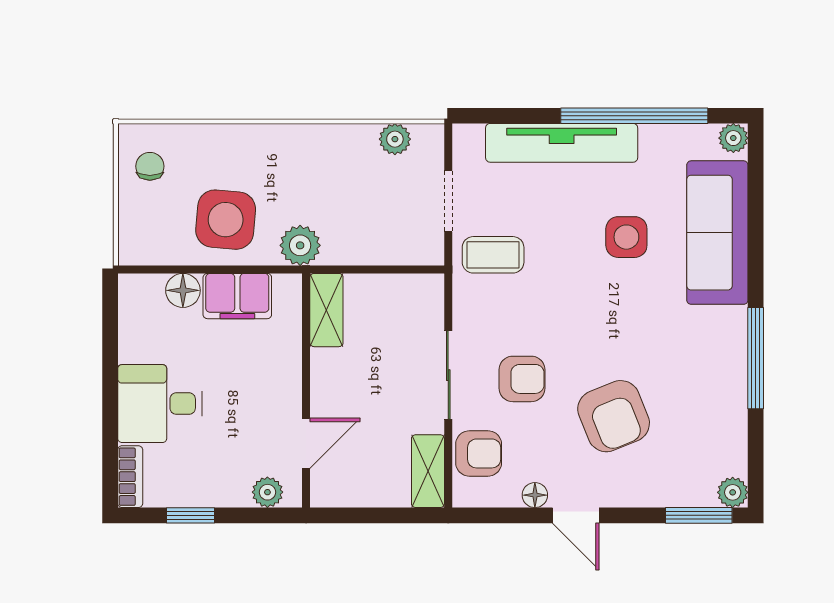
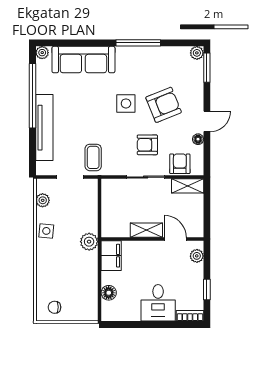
side table: (226, 220) -> (46, 231), moved, width x0.54, depth x0.54
side table: (626, 237) -> (126, 103), moved
filing cabinet: (237, 296) -> (111, 256), moved
shelving: (326, 310) -> (146, 230), moved
armchair: (522, 379) -> (147, 145), turned -90

